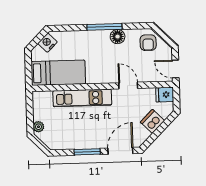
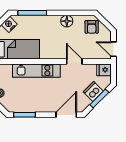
window: (104, 27) -> (32, 13), moved
window: (160, 130) -> (99, 99), added
window: (87, 152) -> (25, 115), moved

